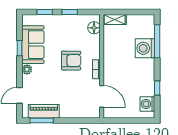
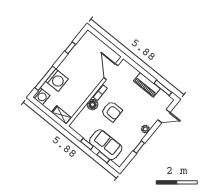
floor lamp: (94, 28) -> (92, 105), moved
sofa: (33, 45) -> (106, 145), moved, turned 90
armchair: (71, 61) -> (112, 111), turned 180
washing machine: (147, 104) -> (41, 96), moved
piano: (44, 111) -> (147, 85), moved

